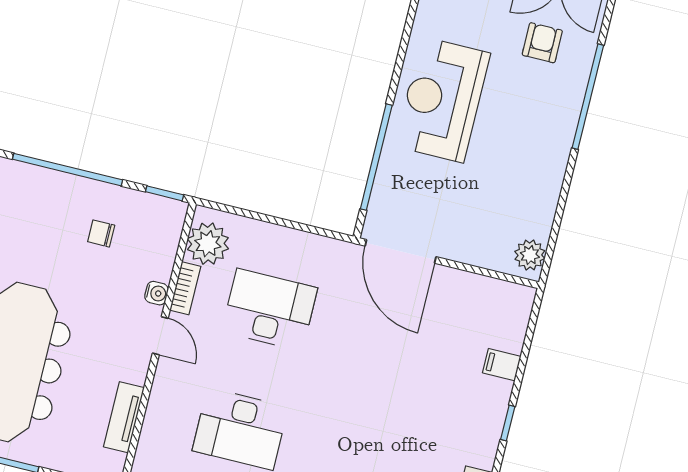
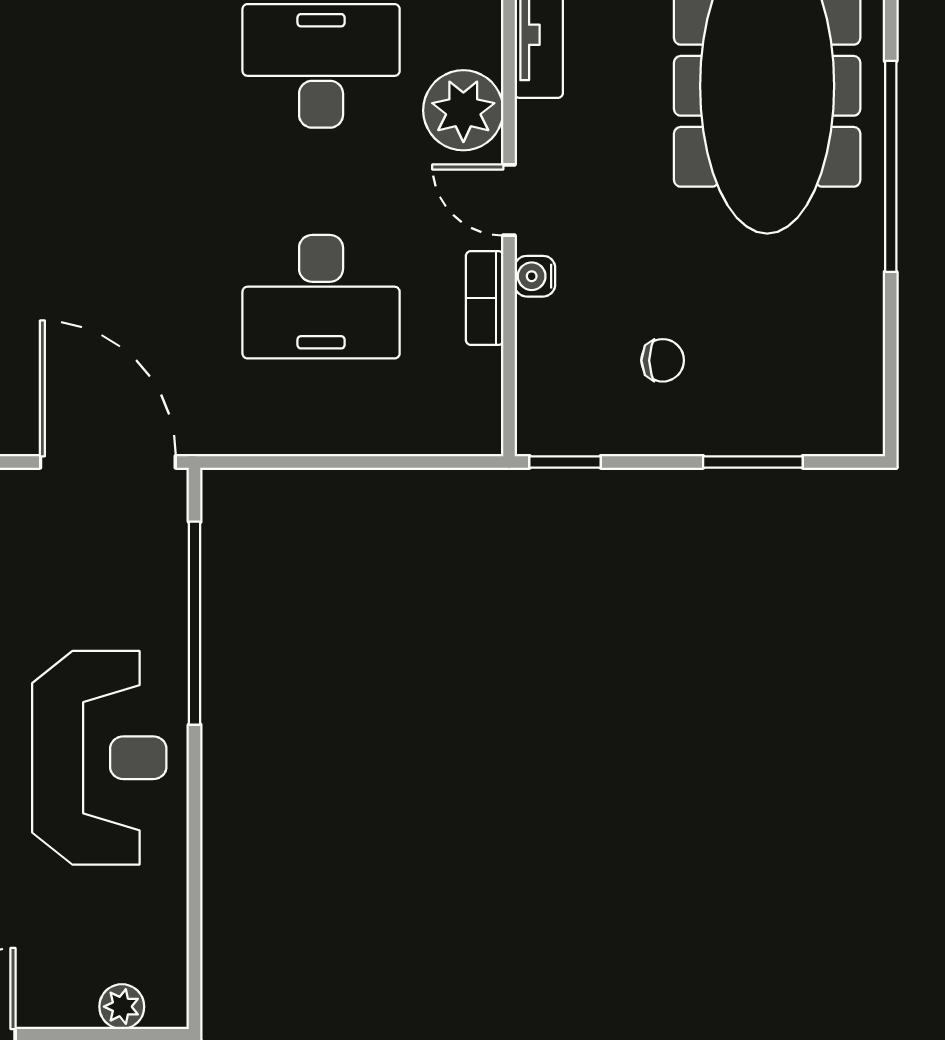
window: (68, 170) -> (753, 462), width x0.47
plant: (208, 244) -> (463, 110), moved

